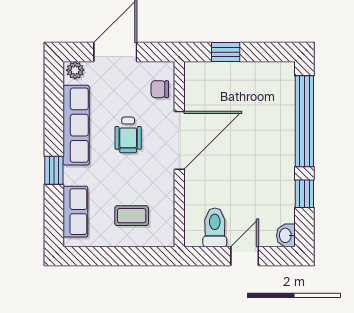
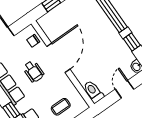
toilet: (215, 227) -> (93, 92), moved

